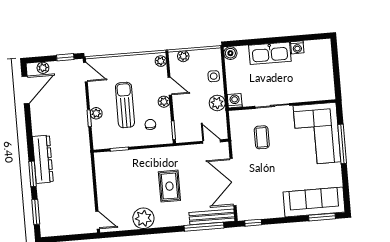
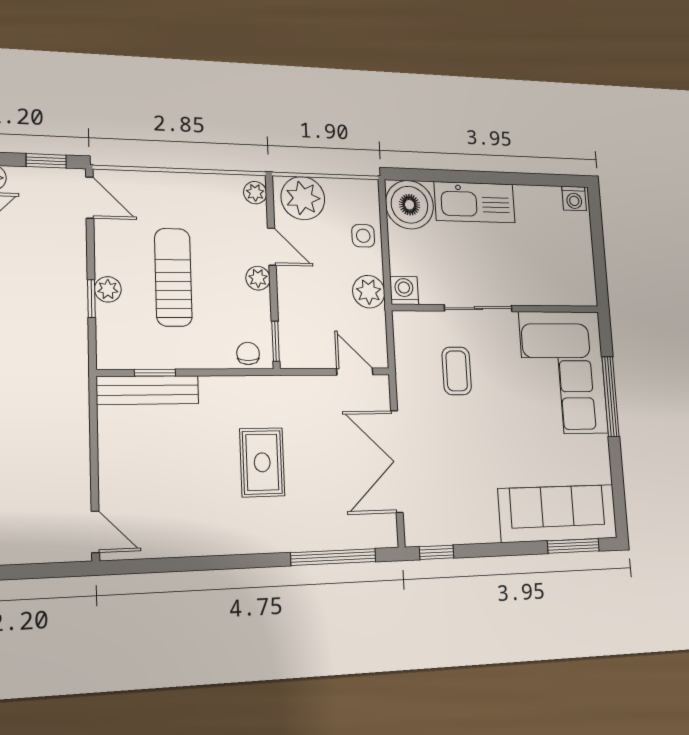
washing machine: (297, 47) -> (574, 198), moved
boiler: (230, 53) -> (410, 205), width x1.86, depth x1.86
plant: (183, 56) -> (303, 198), width x1.88, depth x1.88
chair: (150, 124) -> (248, 353), moved
bench: (212, 217) -> (148, 390), moved
plant: (143, 218) -> (201, 532), removed

